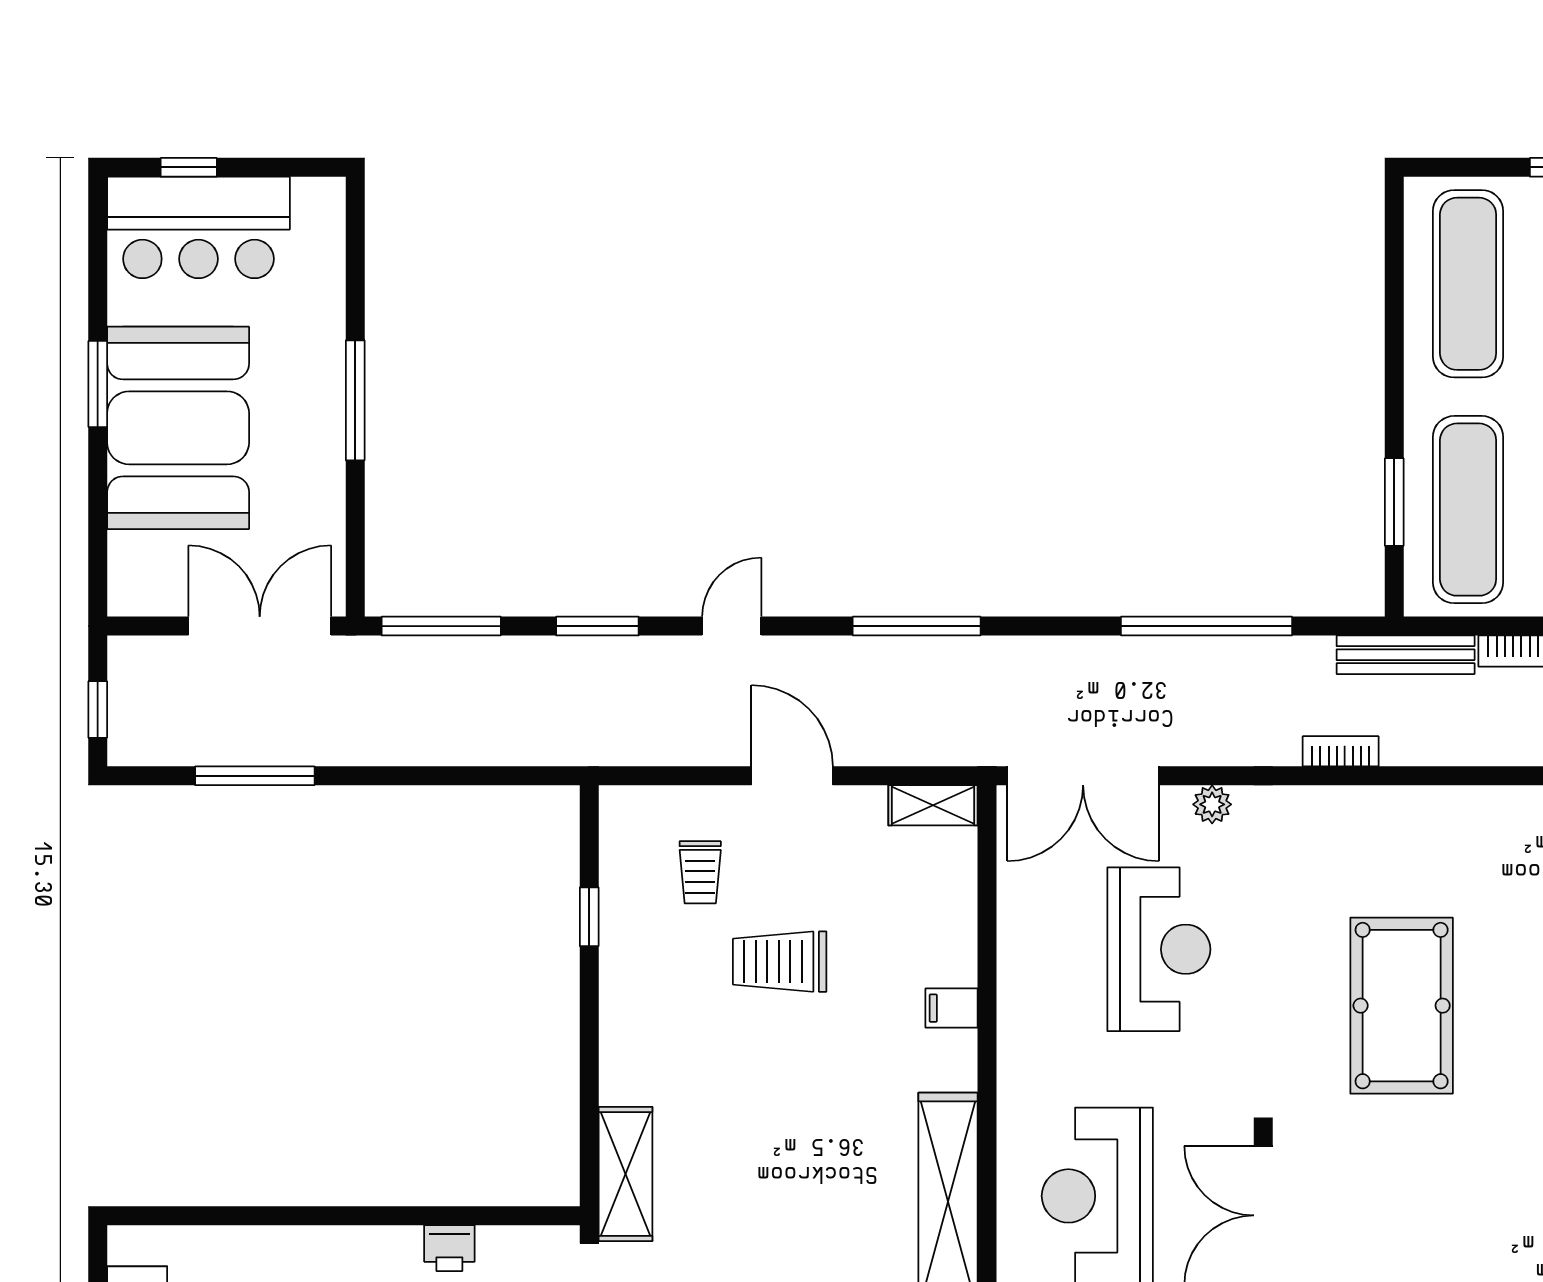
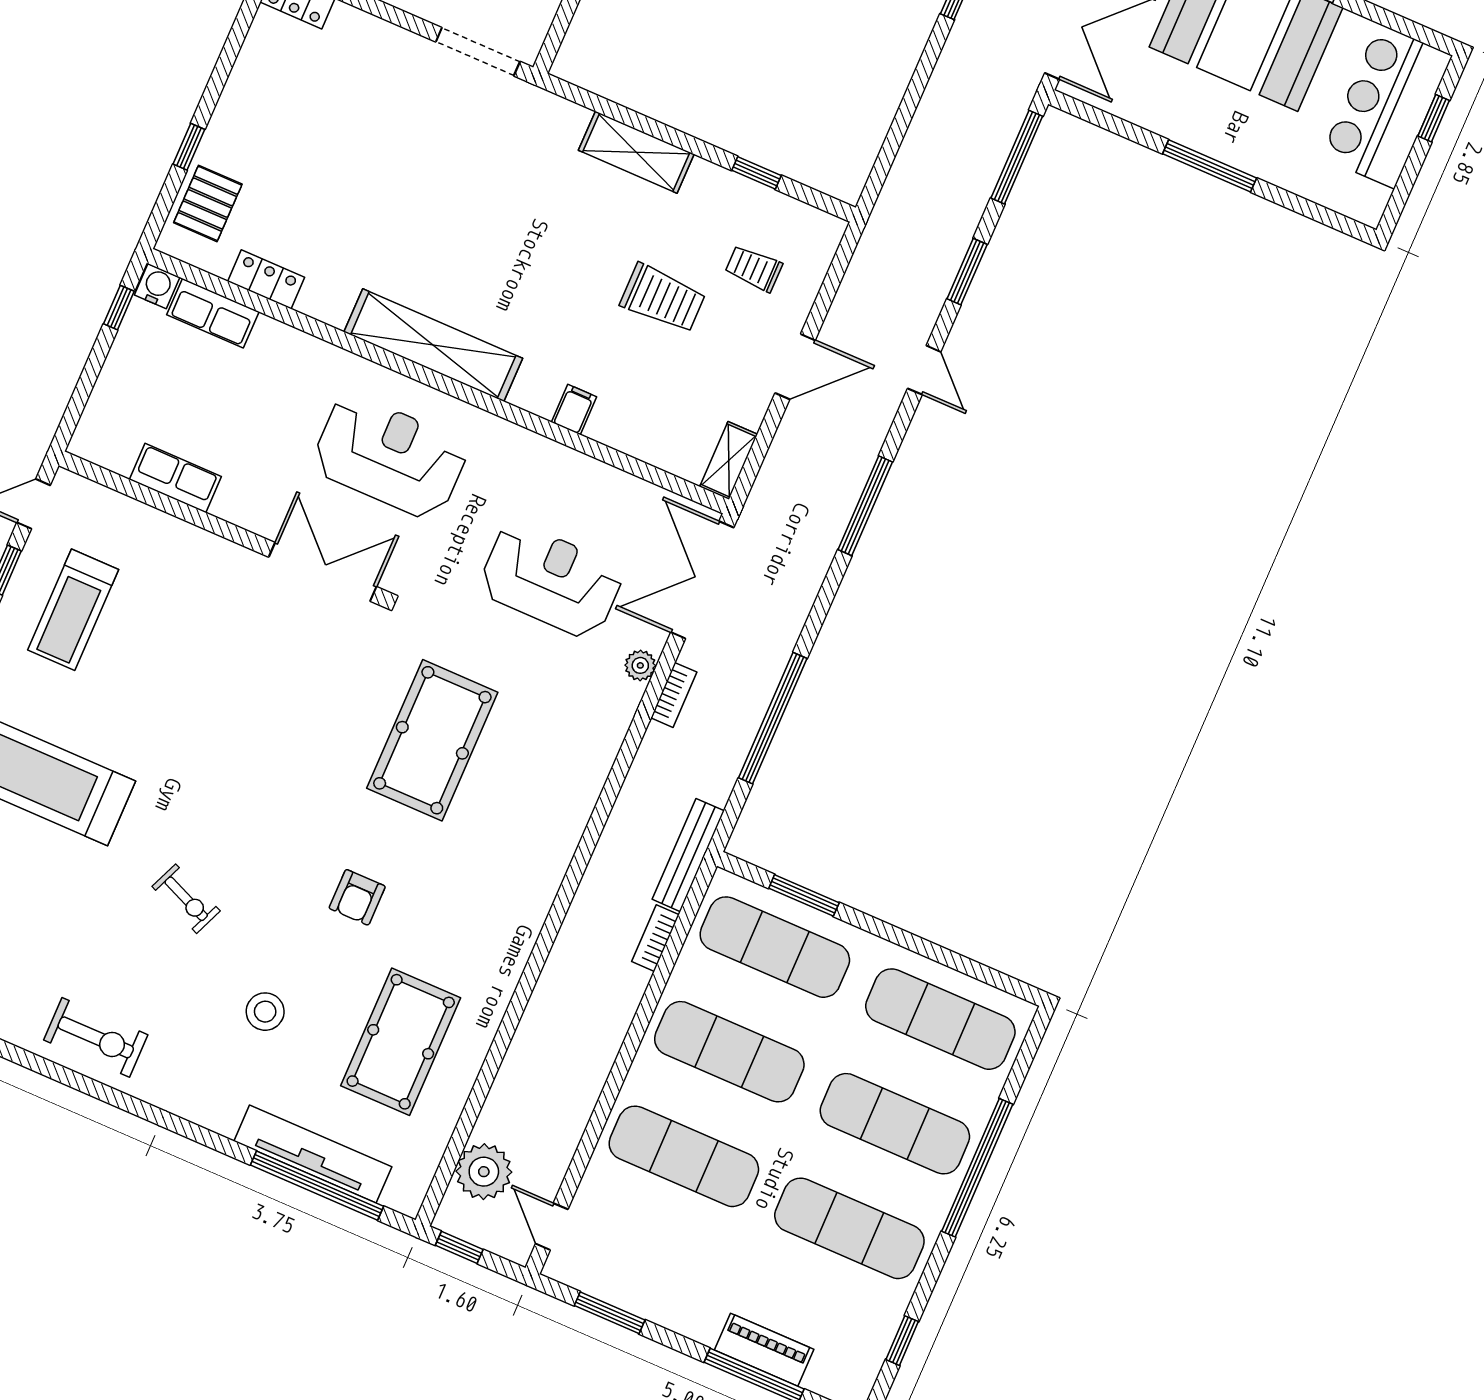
bookcase: (1341, 751) -> (674, 695), moved
reception desk: (1159, 949) -> (551, 580), turned 180
trolley: (780, 962) -> (663, 298), turned 90
pool table: (1402, 1006) -> (432, 740), turned 90
shelving: (625, 1174) -> (636, 152), moved

